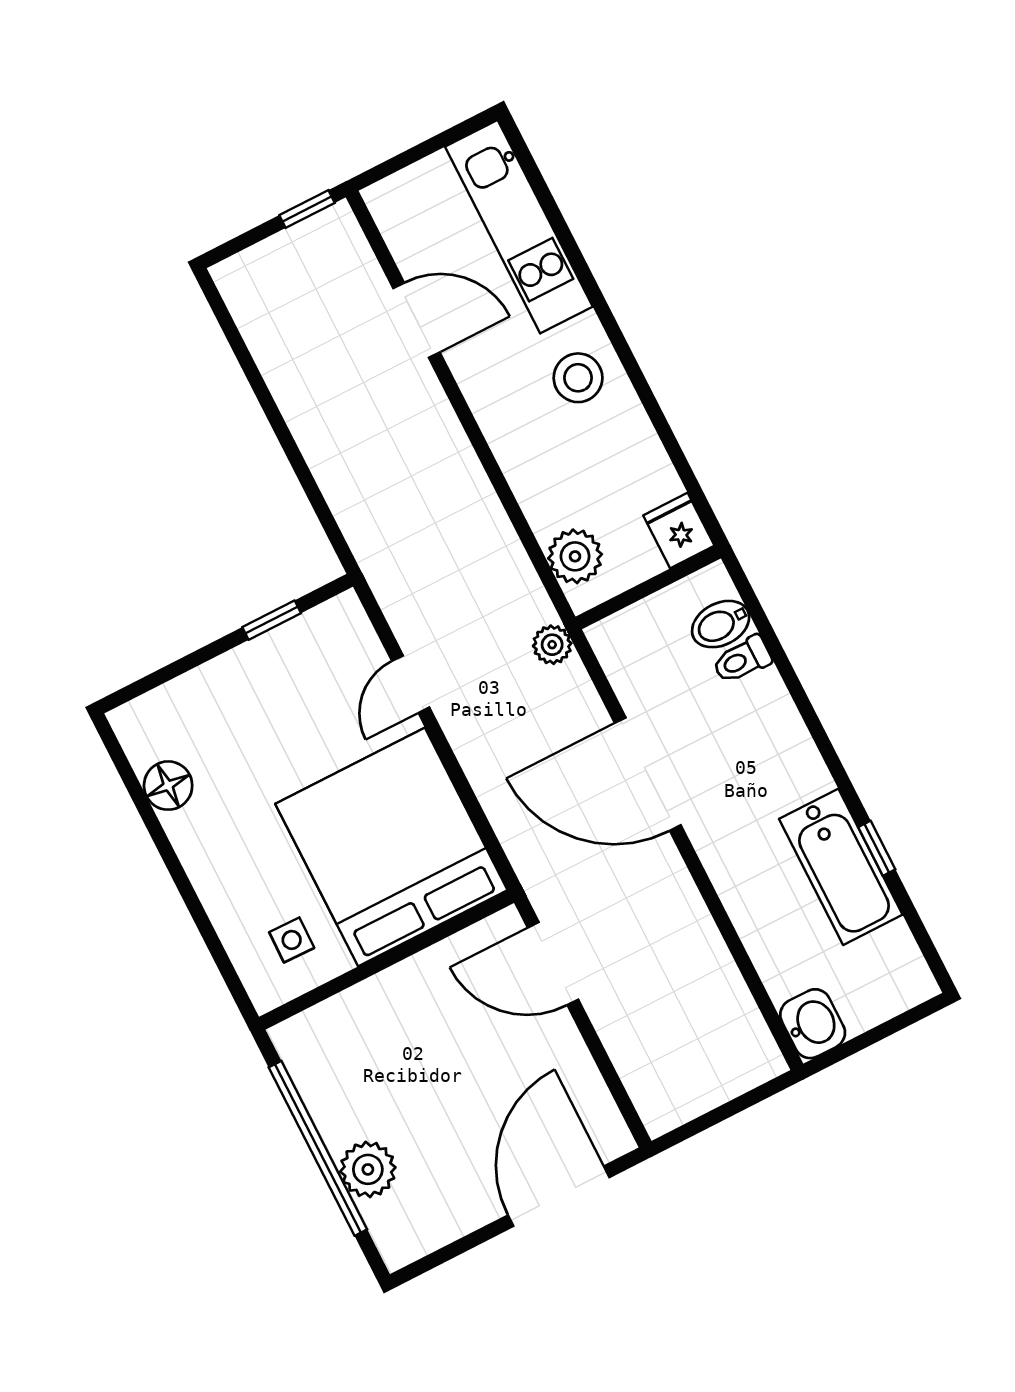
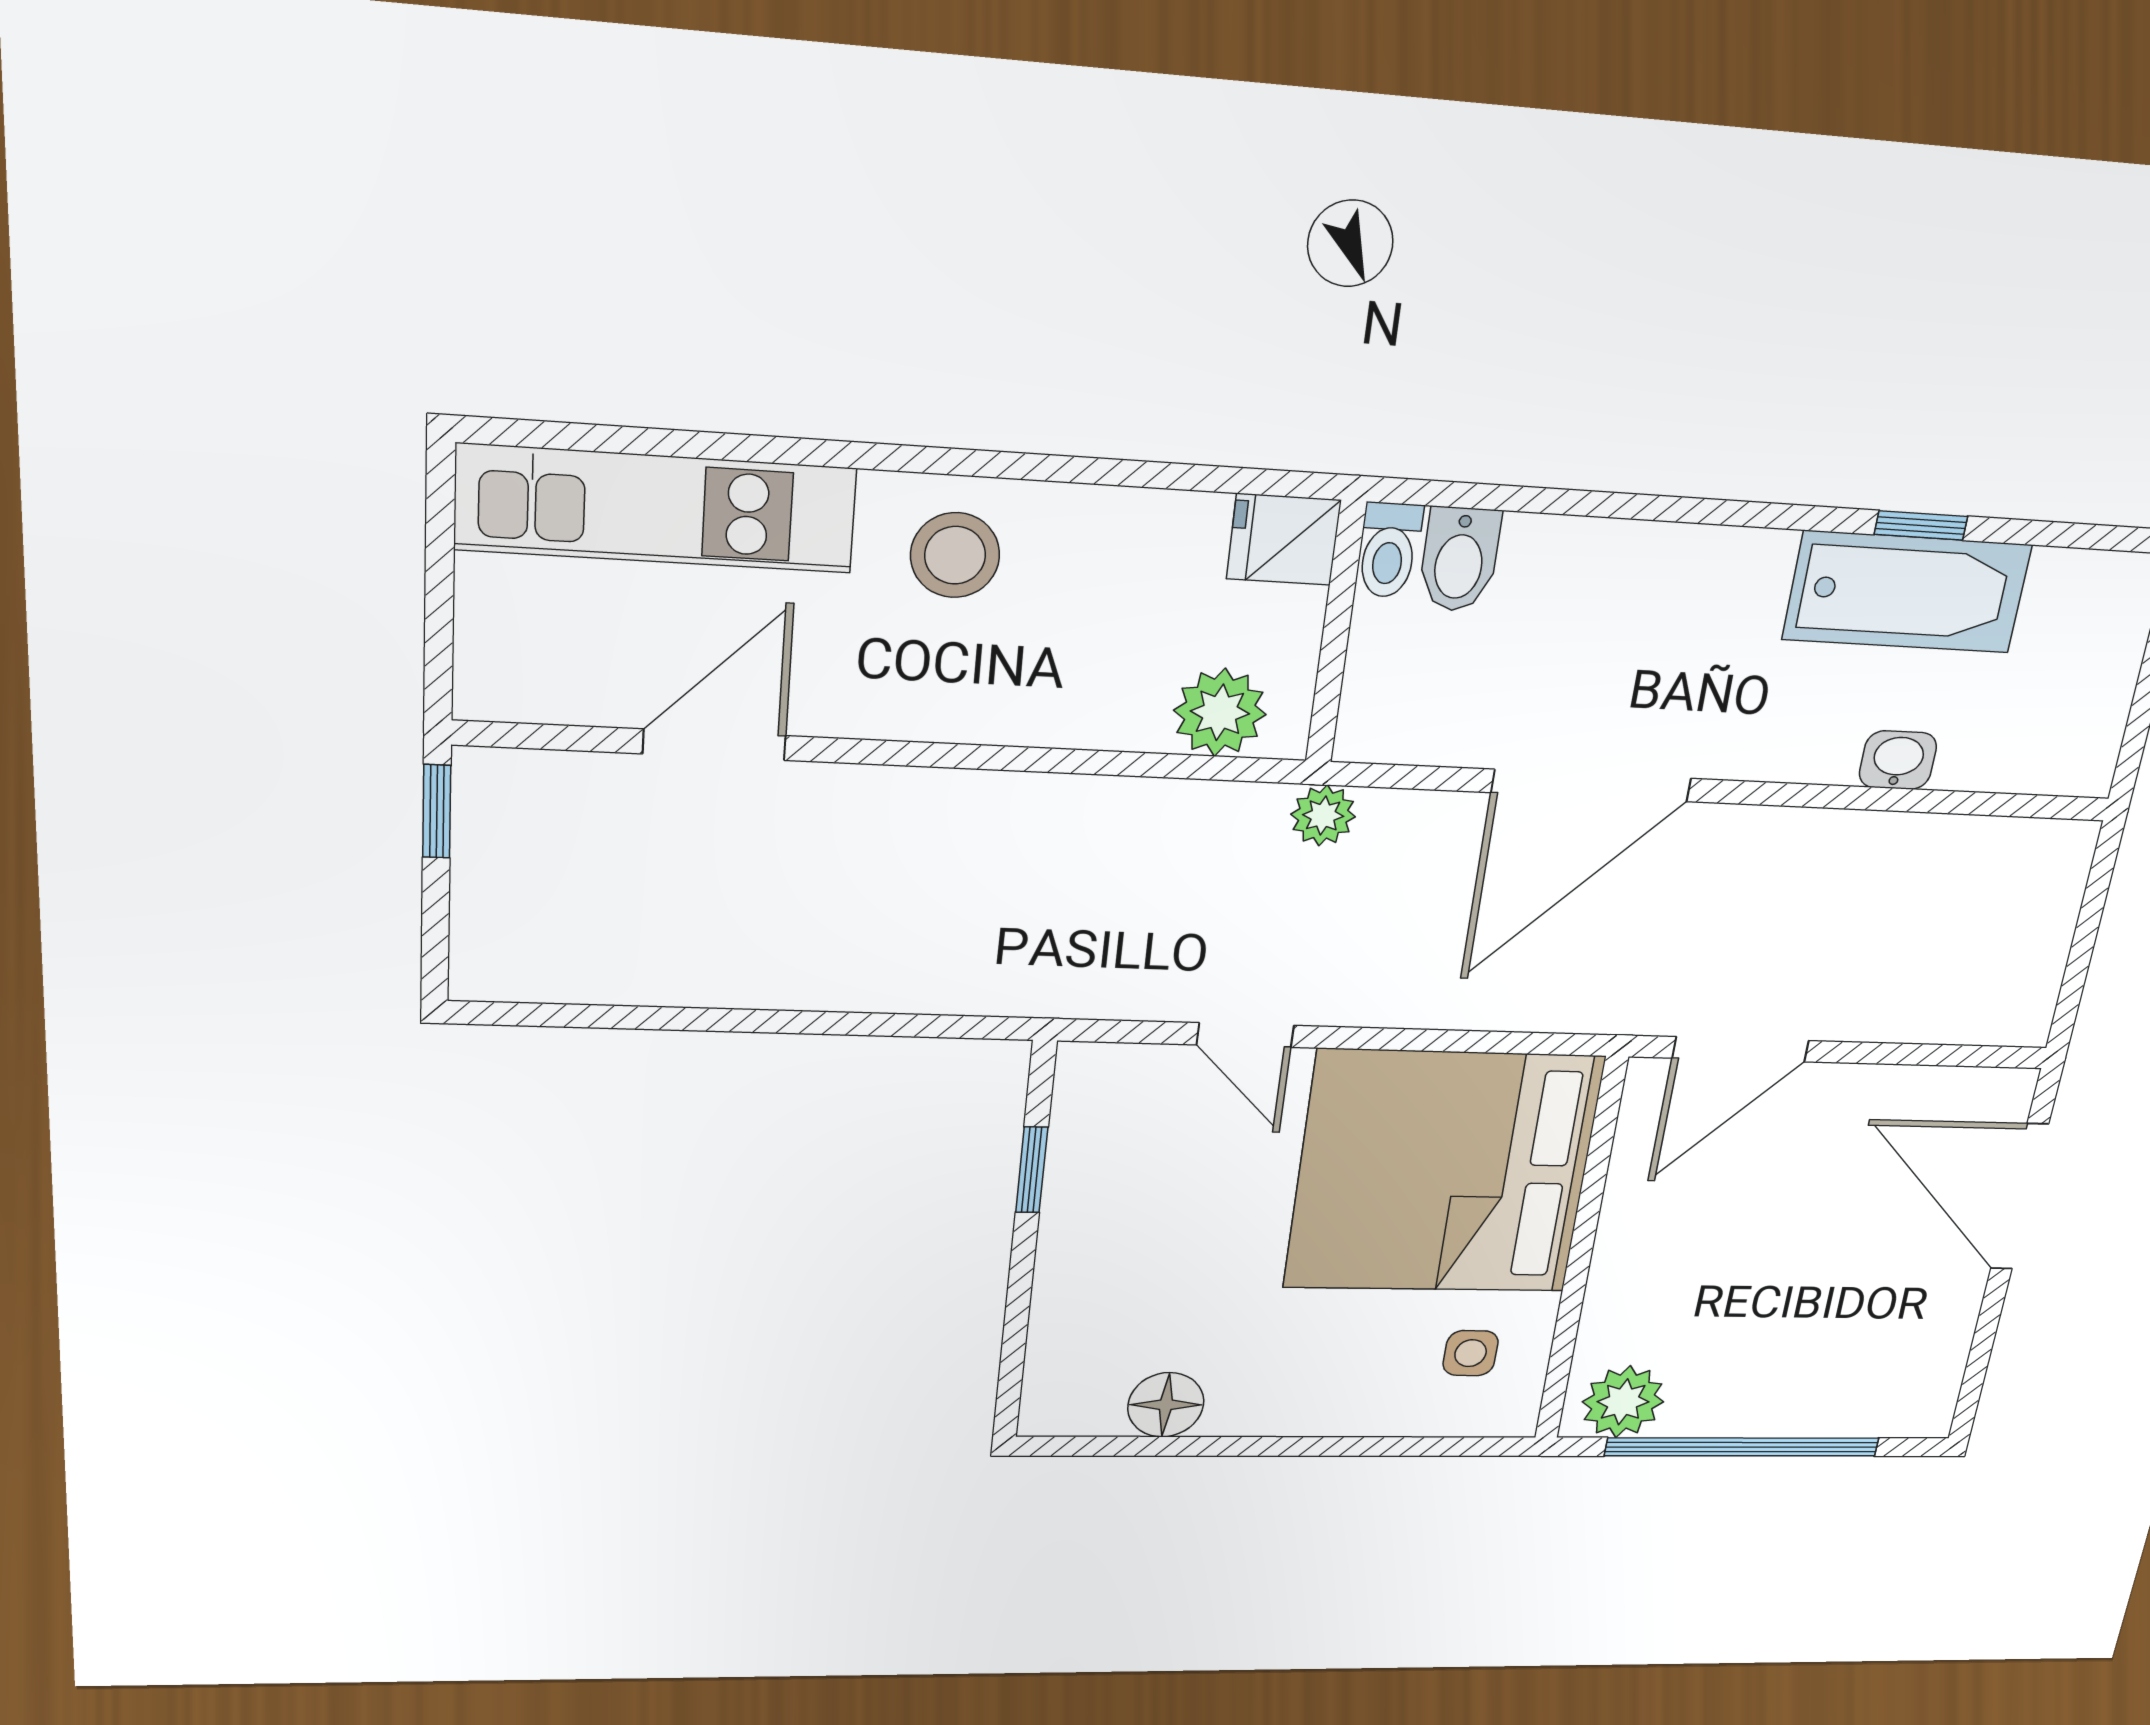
toilet: (742, 660) -> (1389, 550), moved
washbasin: (813, 1024) -> (1898, 760), moved, width x0.72, depth x0.69
plant: (368, 1169) -> (1623, 1402), moved

